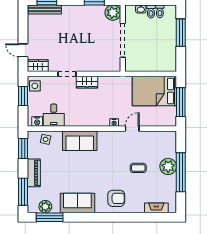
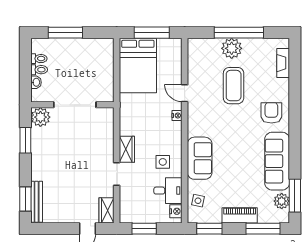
side table: (35, 86) -> (163, 162), moved
coffee table: (138, 168) -> (234, 86), width x1.86, depth x1.72
sofa: (77, 203) -> (277, 161), width x1.36

